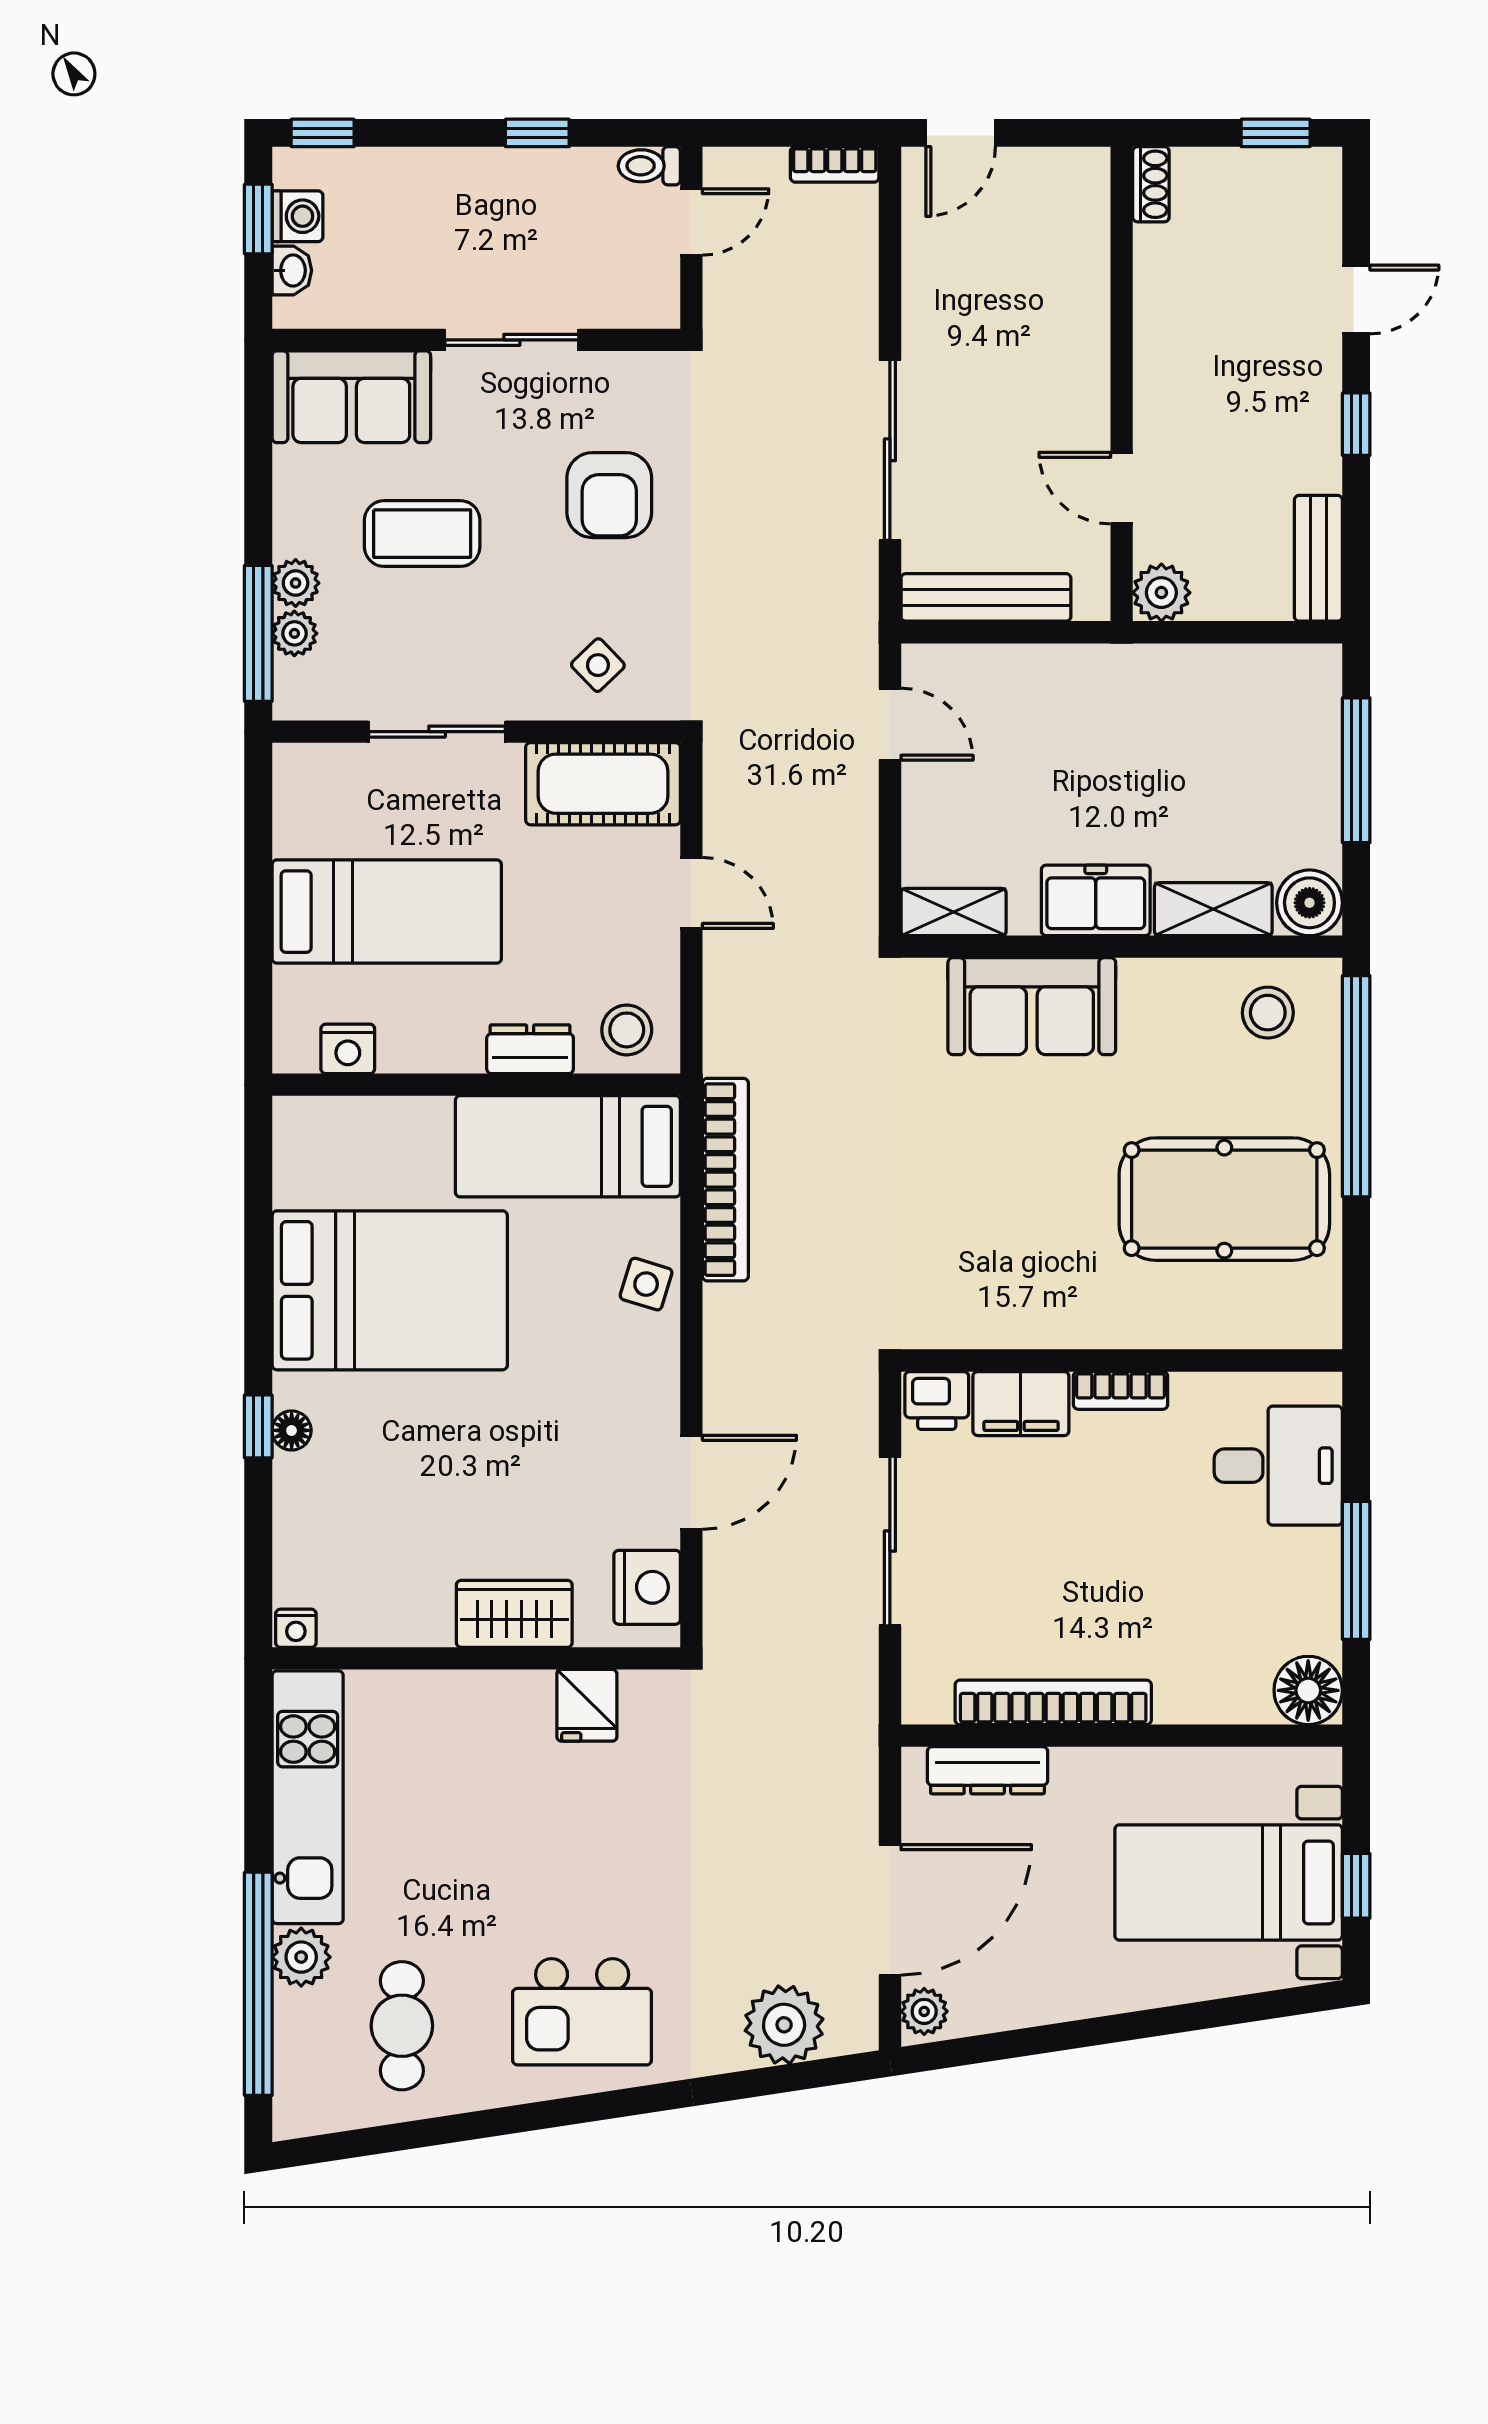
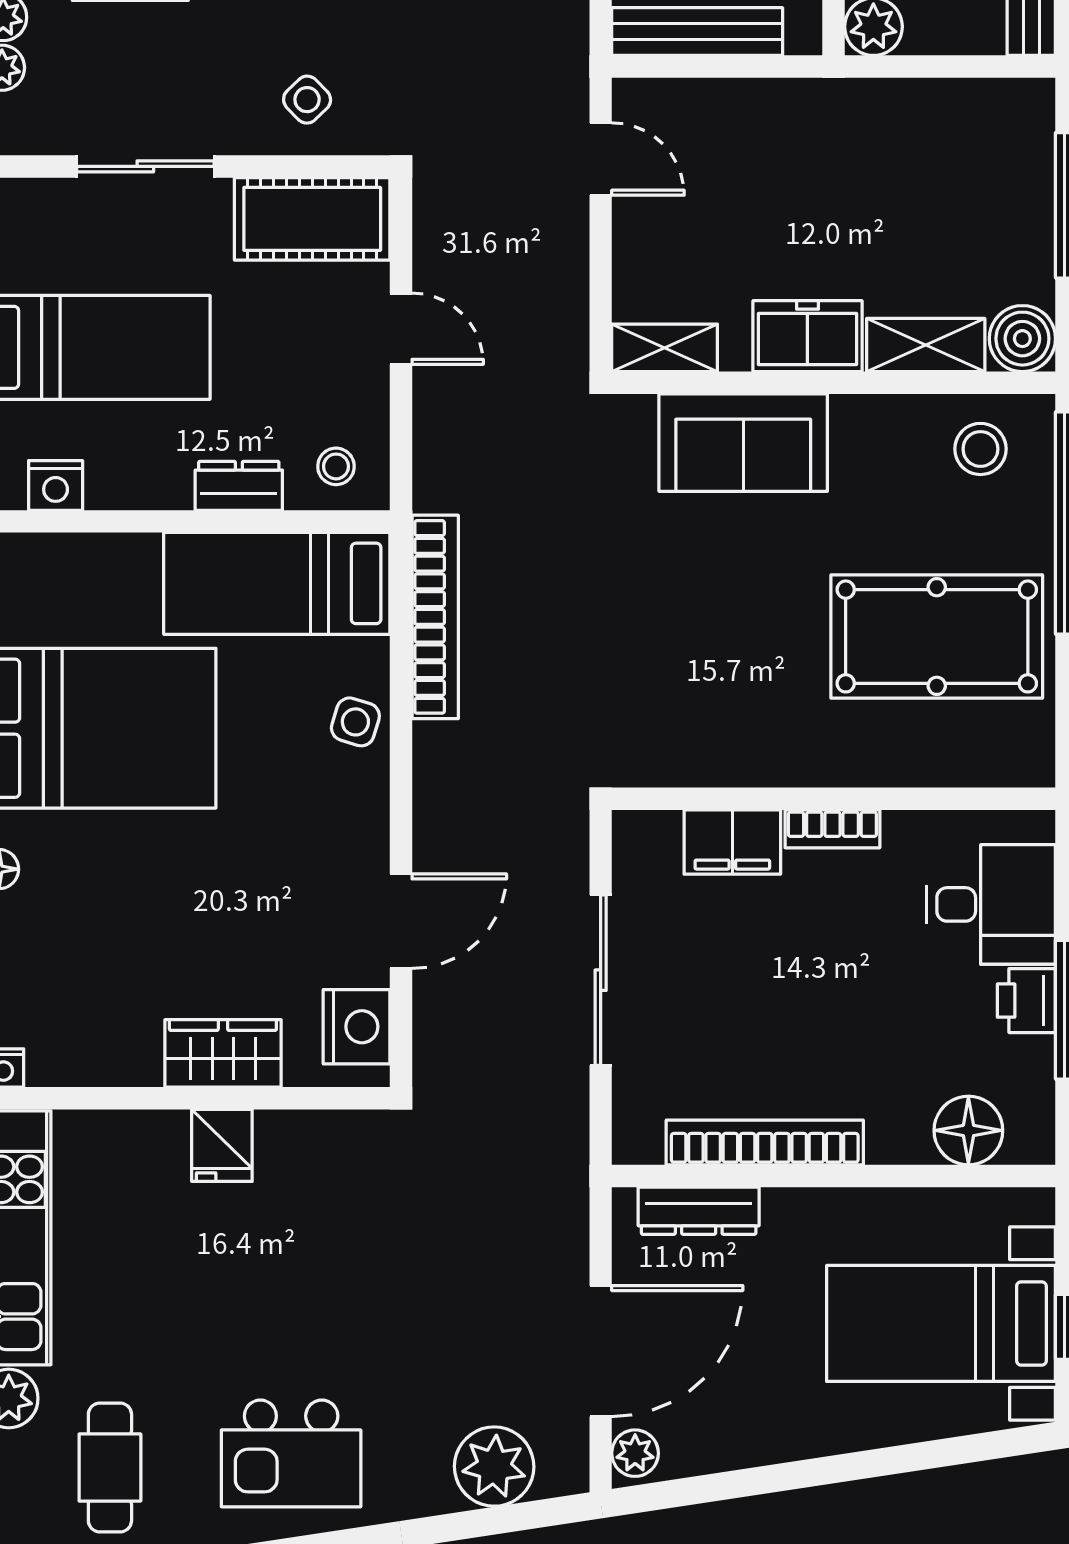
stool: (627, 1030) -> (336, 466), width x0.73, depth x0.73
printer: (937, 1400) -> (1026, 1001), moved, turned 90
floor lamp: (1308, 1690) -> (968, 1130), moved
fridge: (587, 1705) -> (222, 1145), moved

